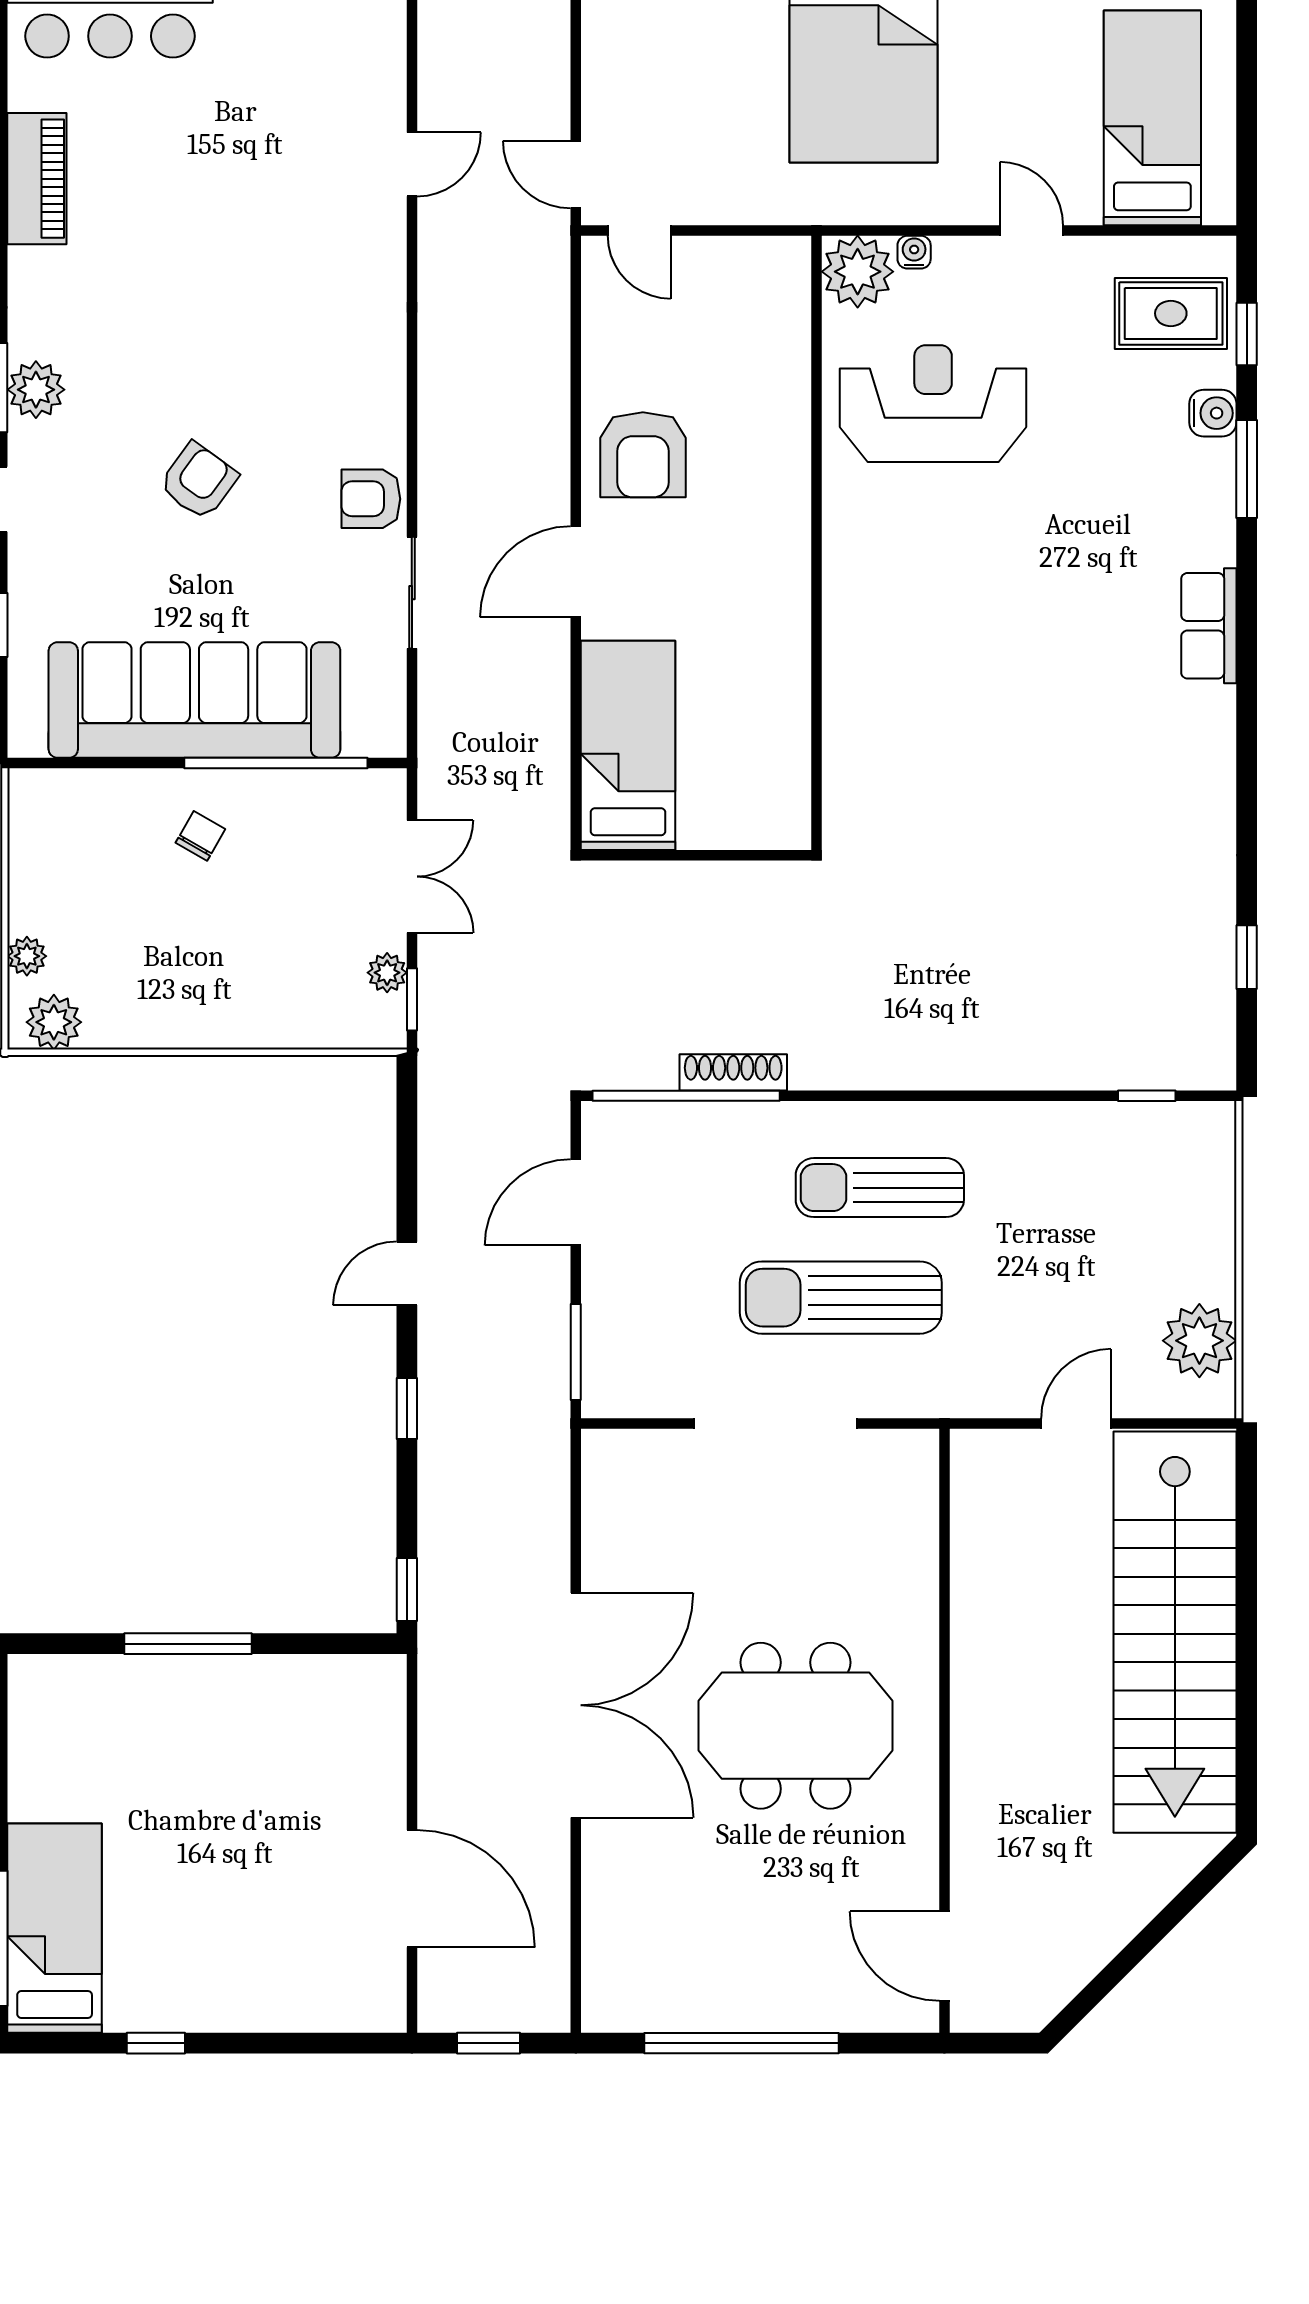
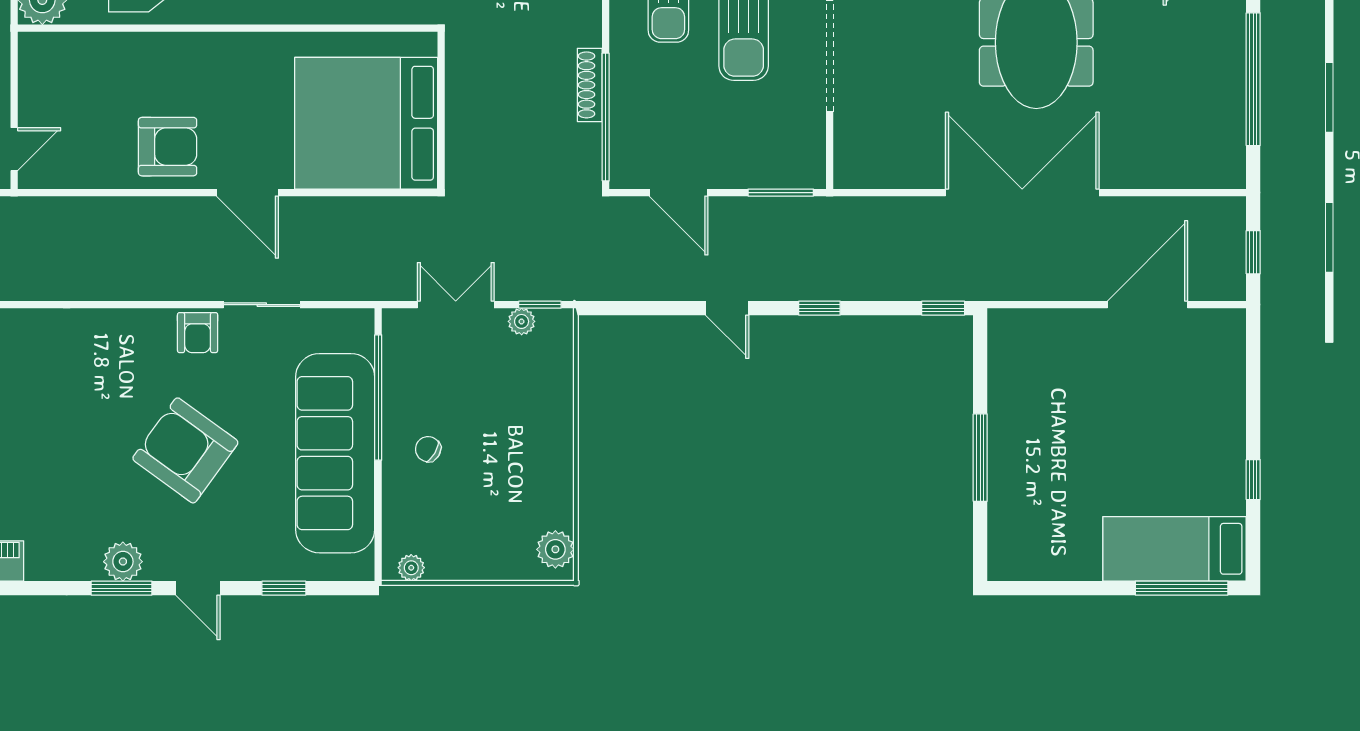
armchair: (199, 481) -> (185, 450), width x1.88, depth x1.88
bed: (628, 745) -> (366, 123), width x2.04
plant: (27, 956) -> (411, 568), moved

